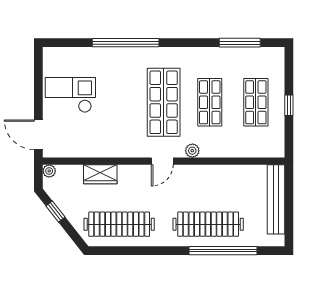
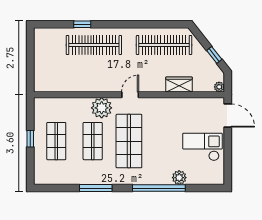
window: (240, 43) -> (96, 188), moved
plant: (100, 56) -> (179, 178), added
checkout: (70, 95) -> (202, 147), turned 180
plant: (192, 151) -> (102, 108), width x1.87, depth x1.87
bench: (276, 199) -> (40, 65), removed
window: (223, 251) -> (82, 24), width x0.32

